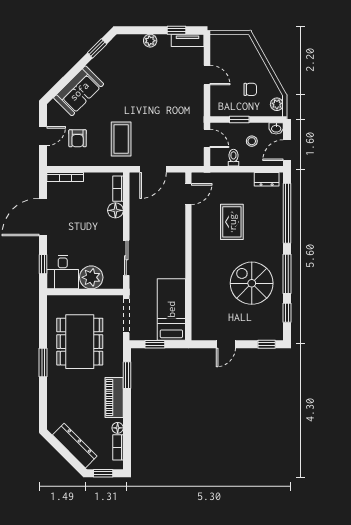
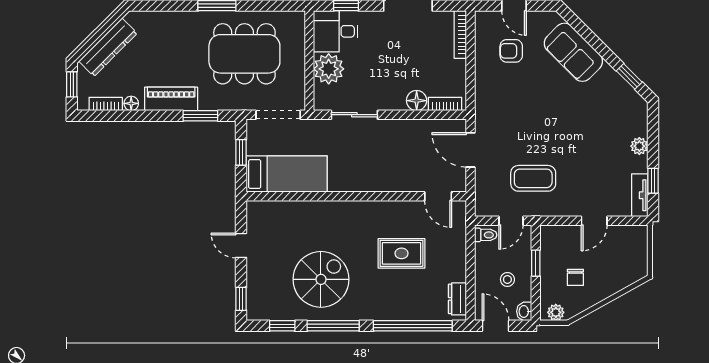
coffee table: (121, 139) -> (533, 178), moved
toilet: (233, 158) -> (486, 235), moved

